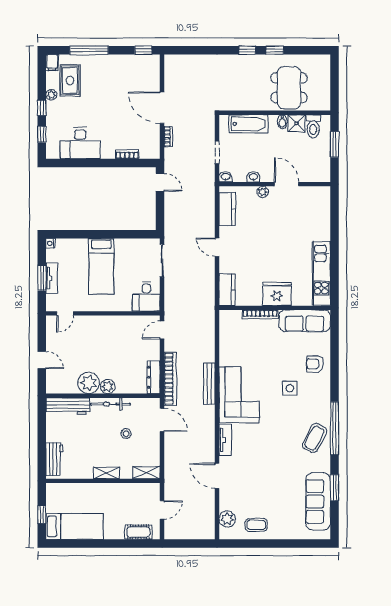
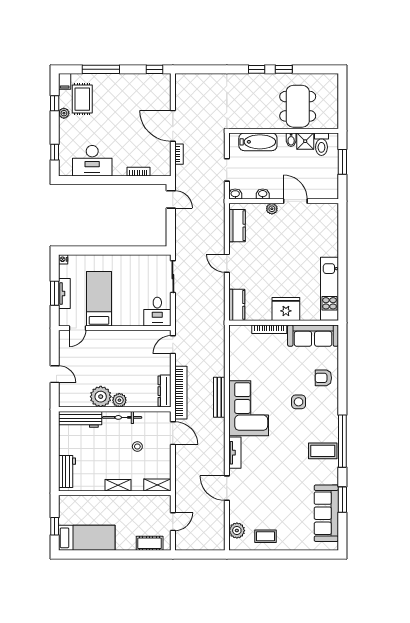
window: (42, 108) -> (55, 103), moved
bed: (101, 266) -> (99, 299), moved, turned 180
coffee table: (314, 438) -> (323, 451), turned 62

